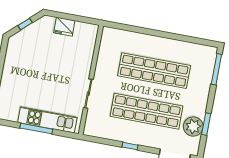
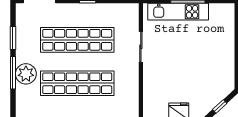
window: (216, 69) -> (13, 73), moved
plant: (193, 127) -> (26, 74), moved

